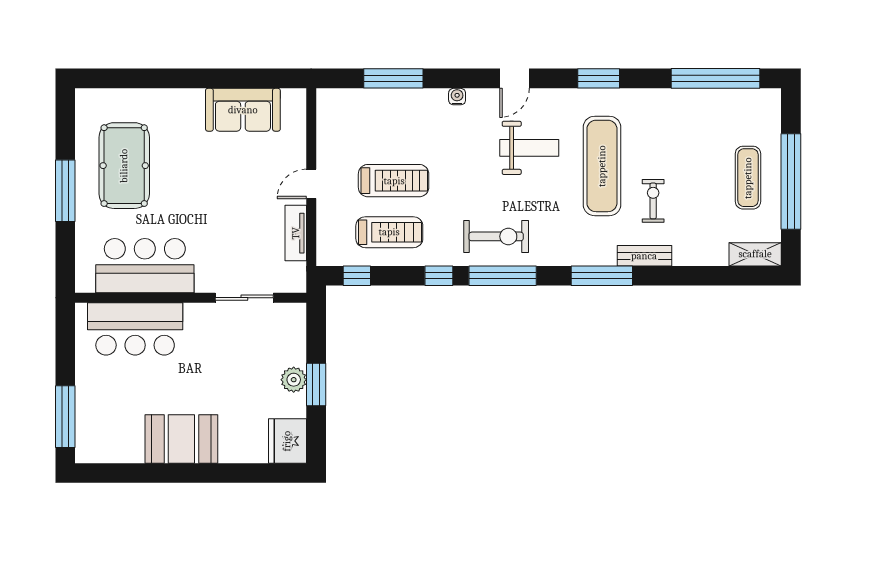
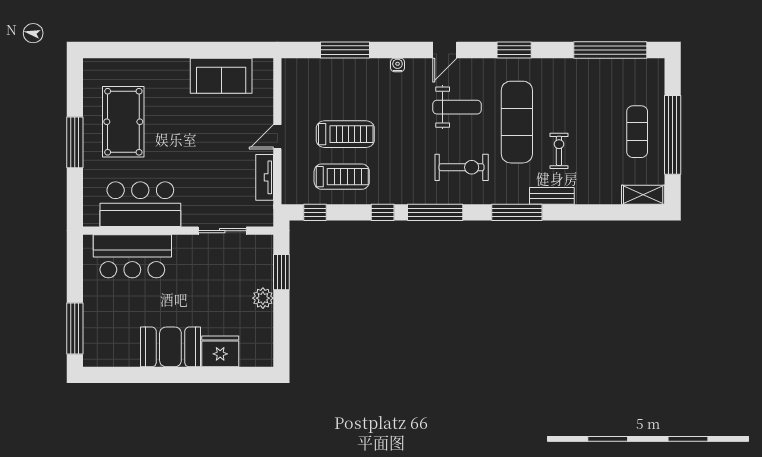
exercise bike: (496, 236) -> (462, 167), moved
window: (316, 384) -> (281, 272), moved
fridge: (287, 441) -> (220, 351), moved, turned 90

